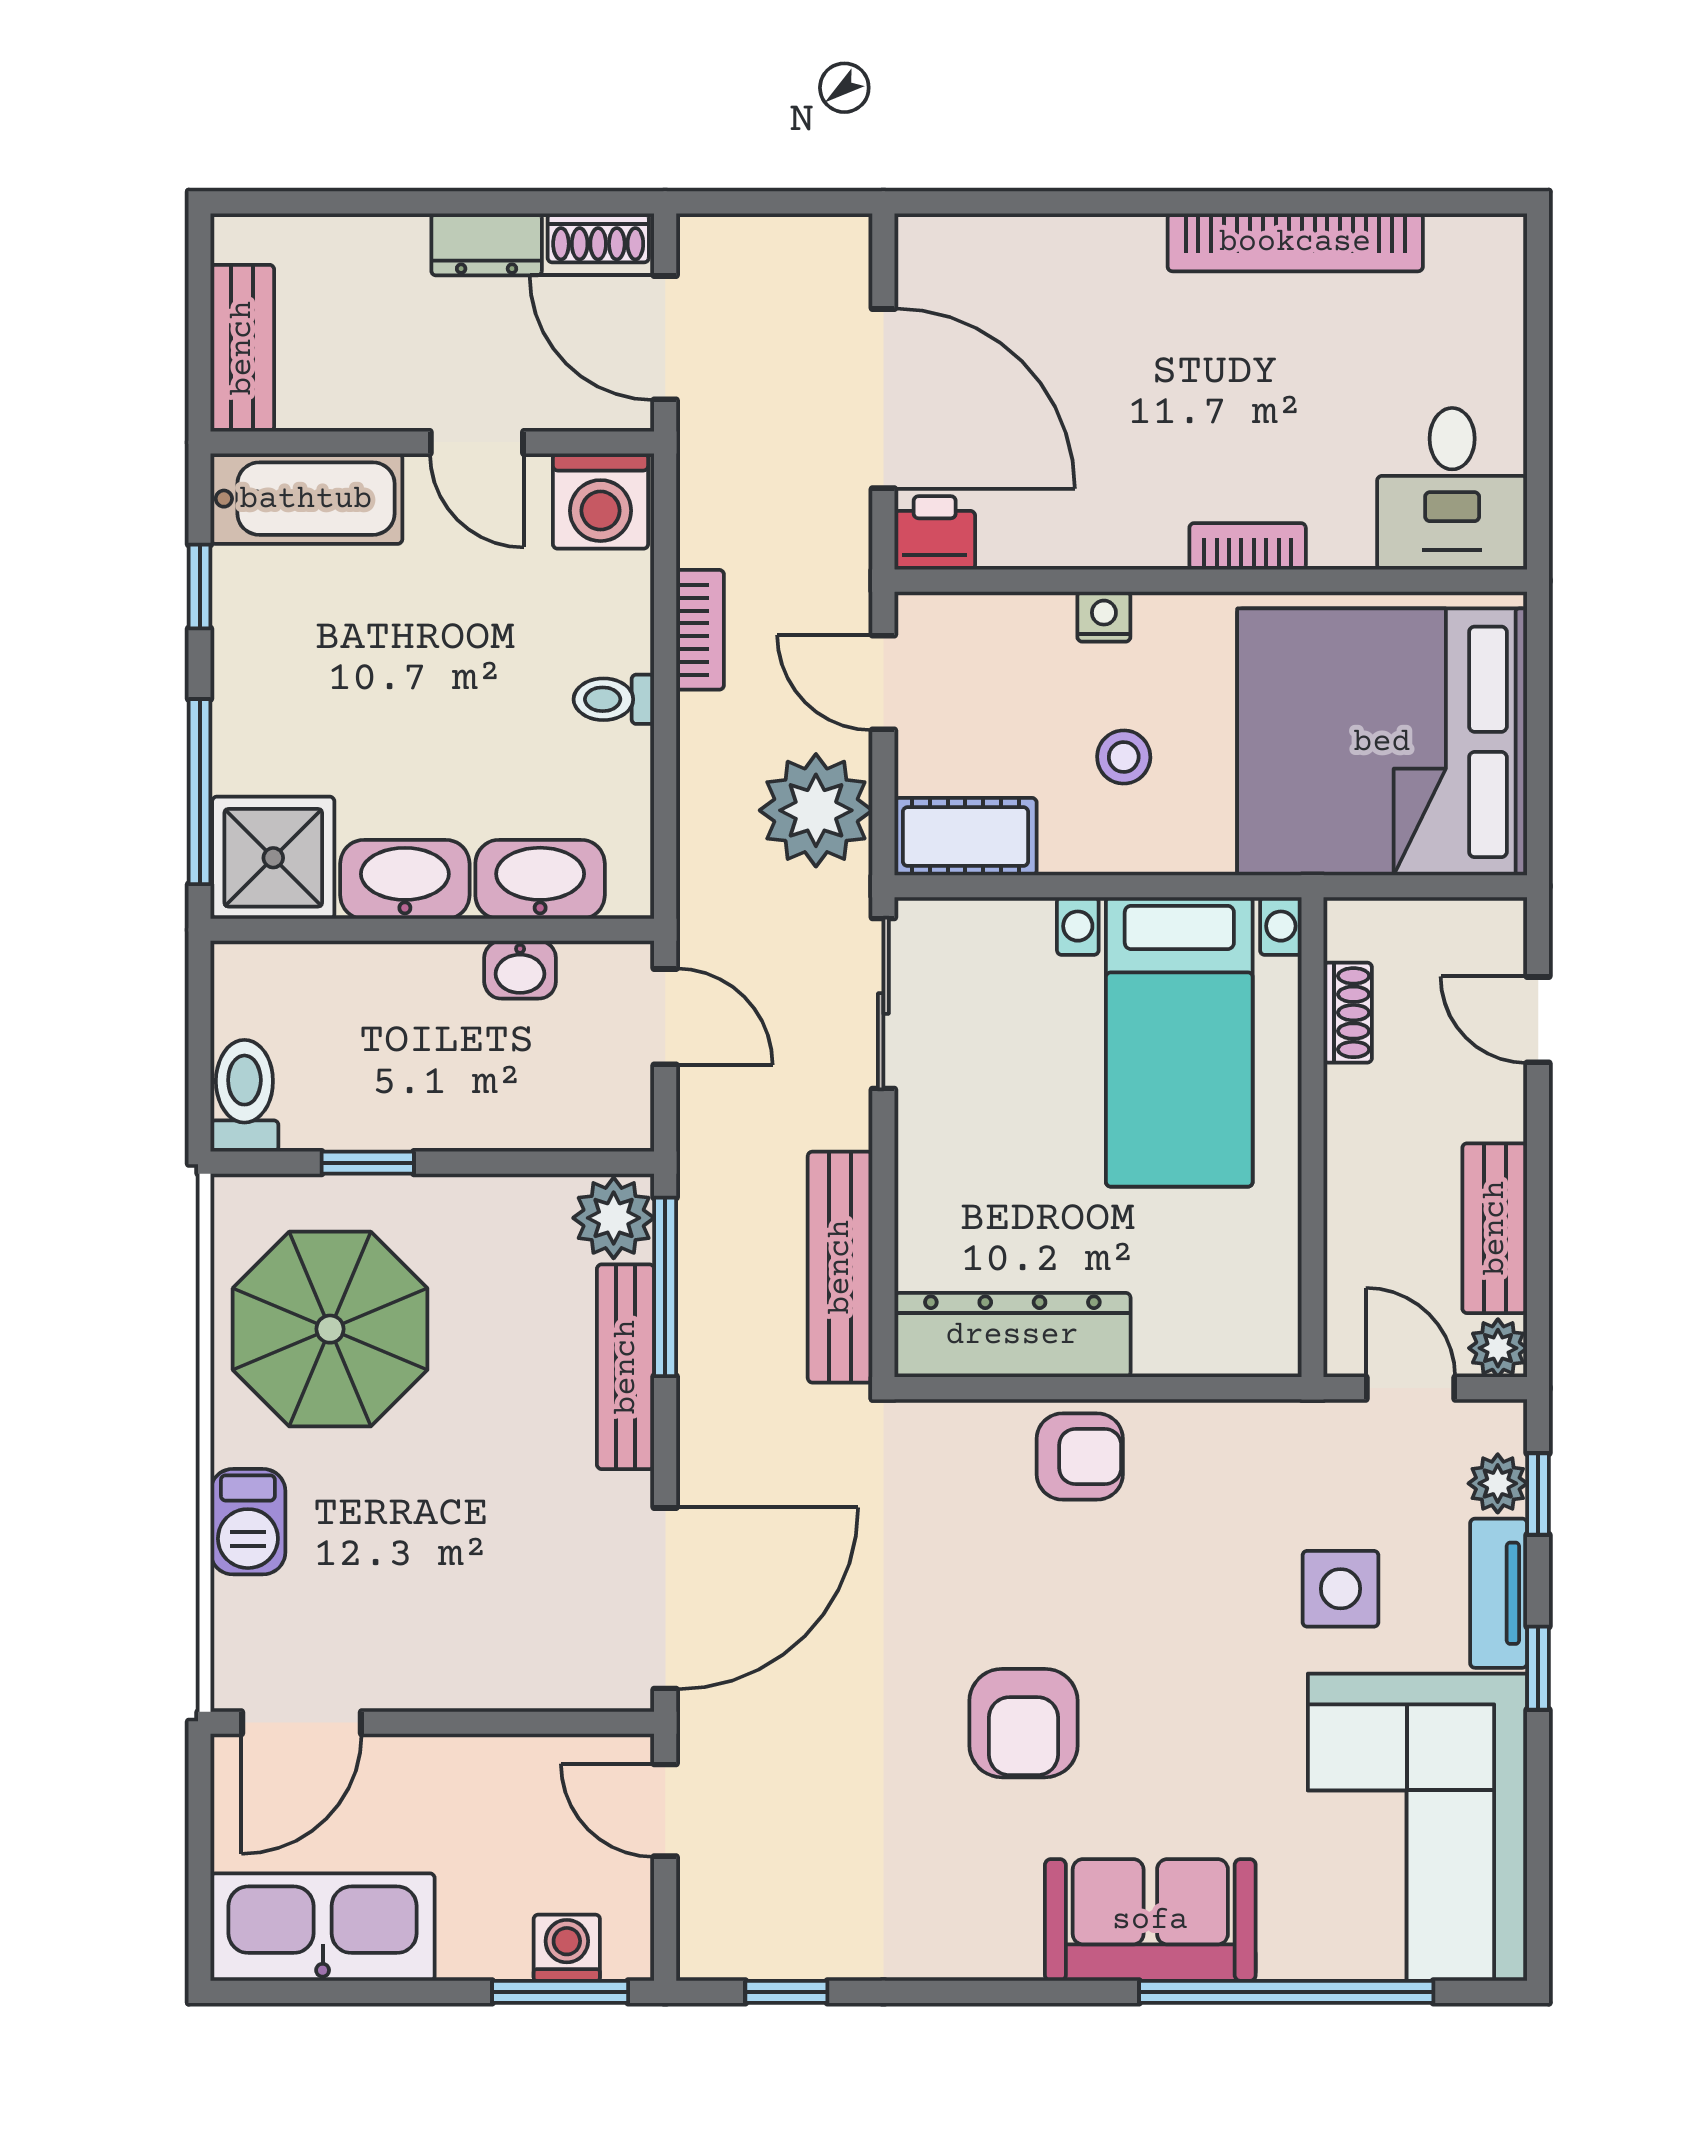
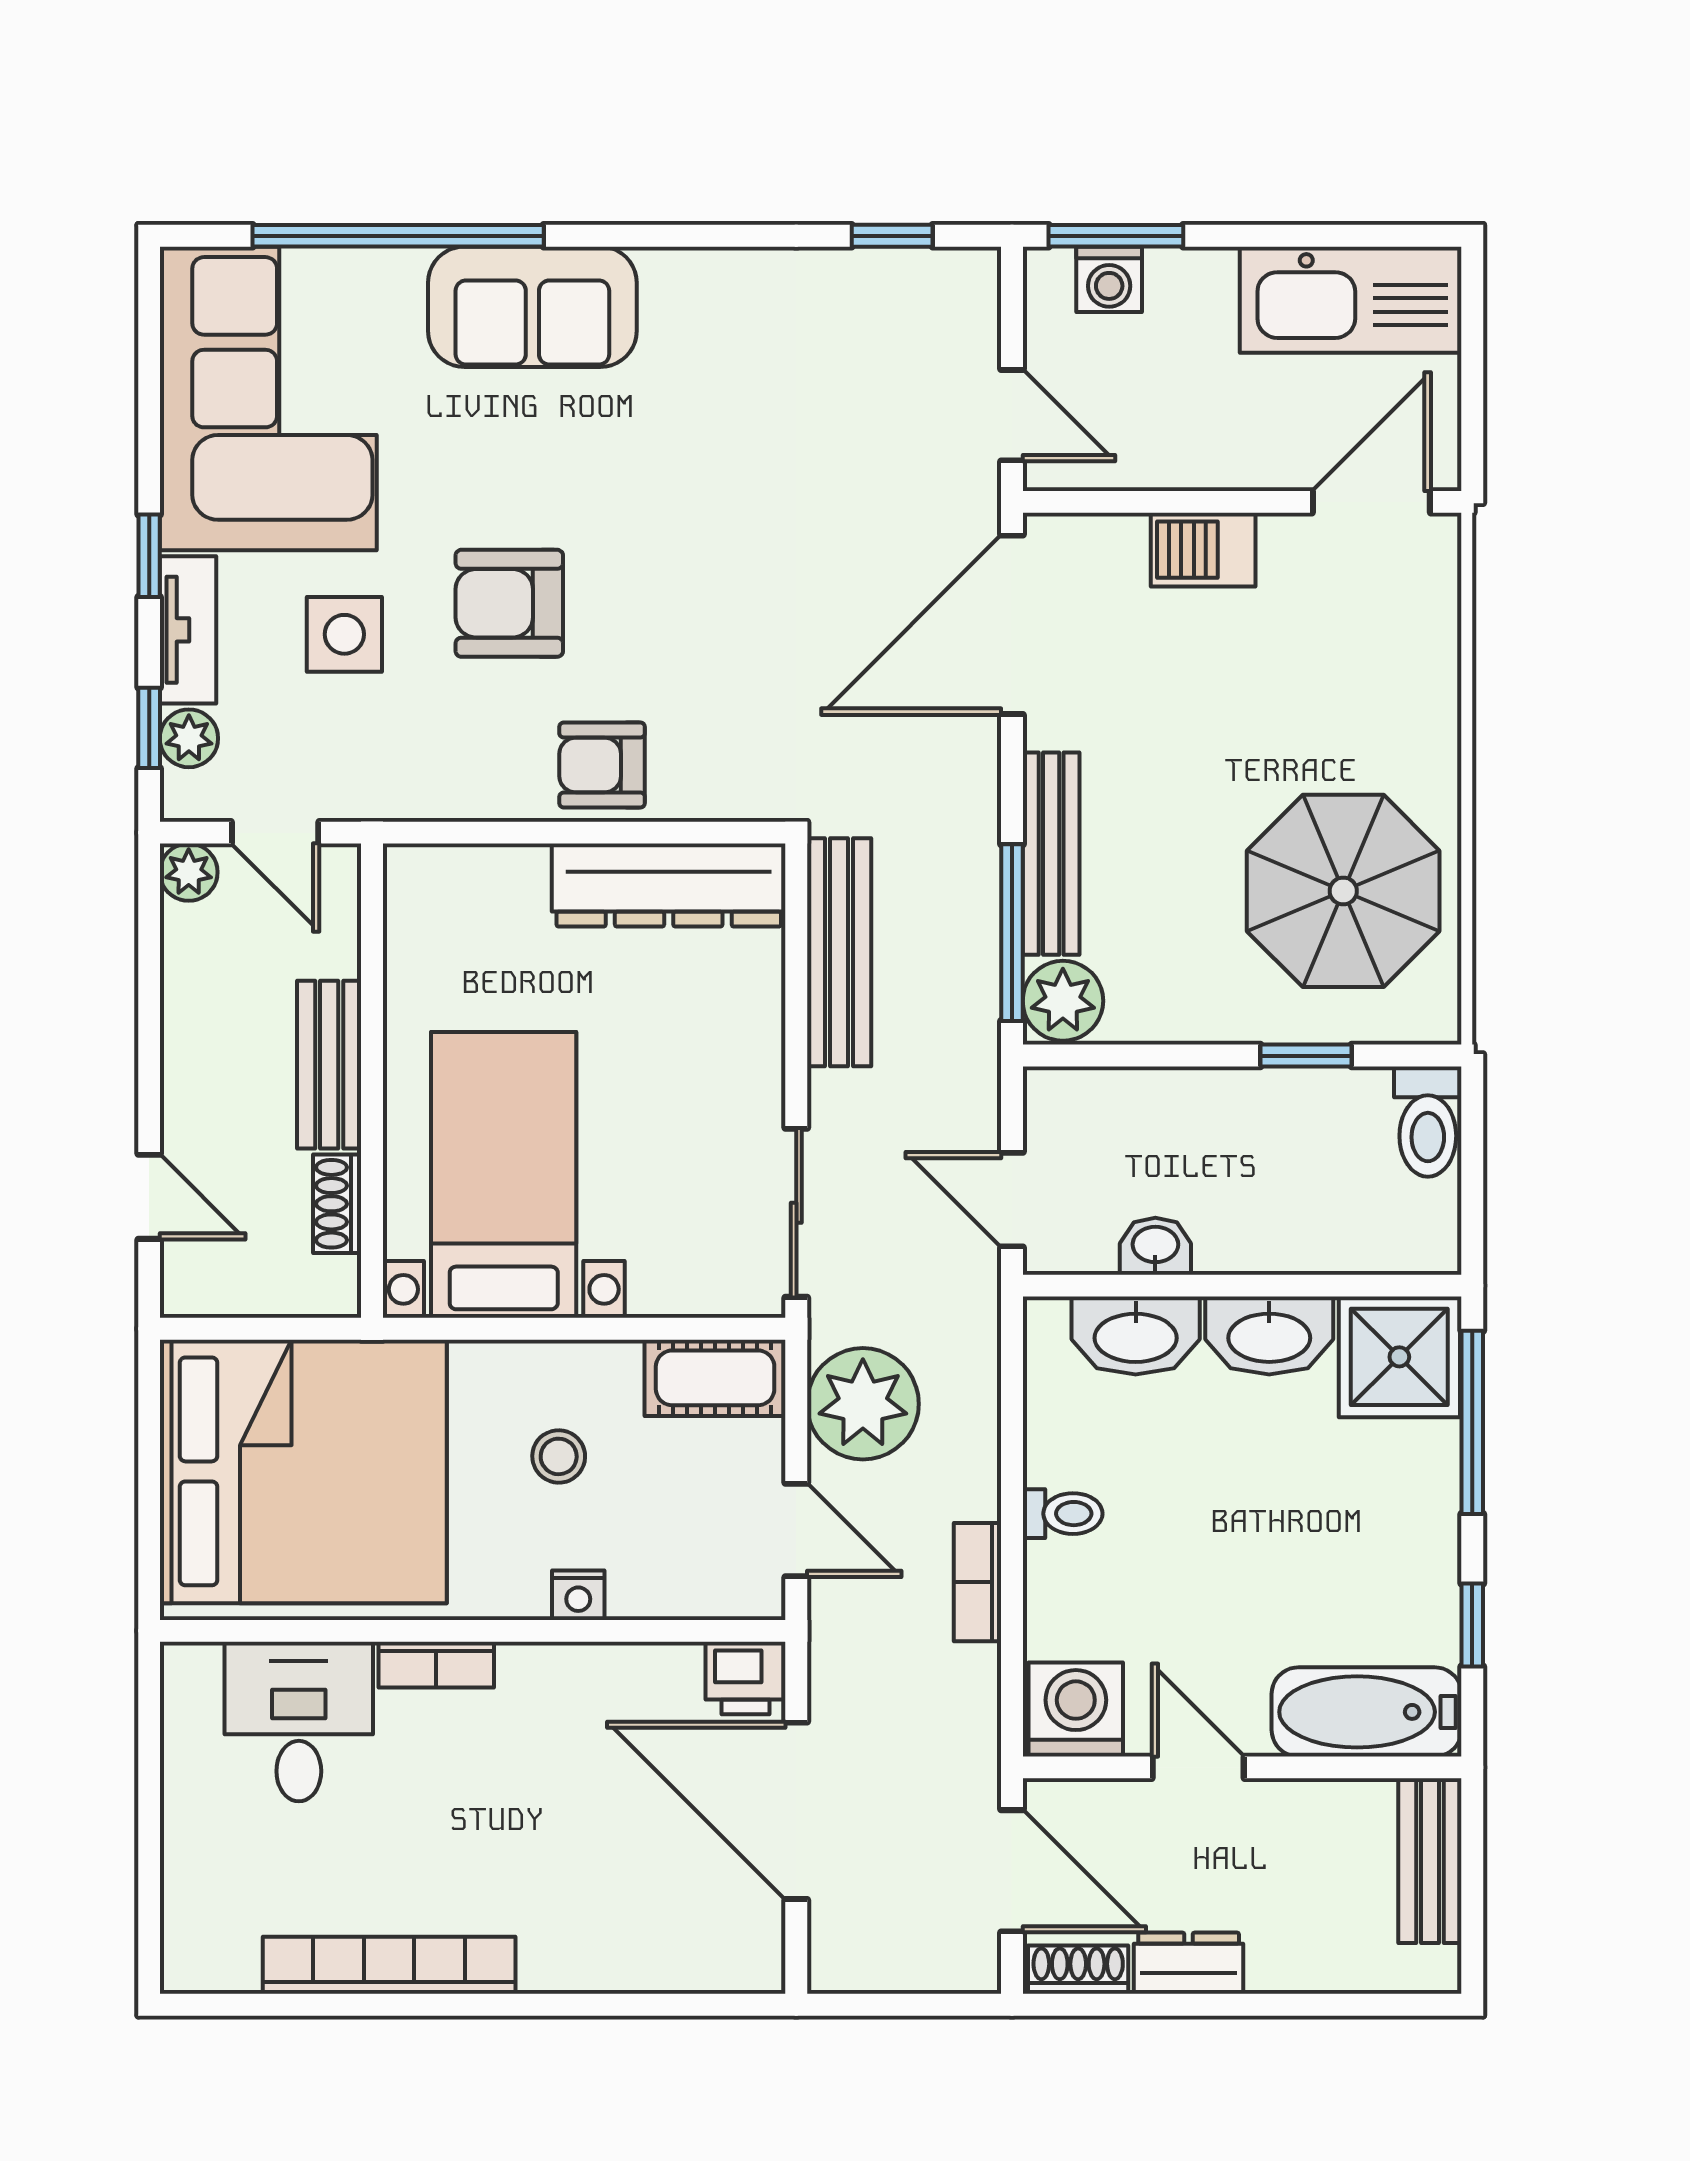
desk: (1452, 489) -> (299, 1722), moved
bench: (1495, 1228) -> (329, 1065), moved
barbecue: (248, 1522) -> (1203, 550), moved, turned -90
armchair: (1024, 1723) -> (509, 603), moved, turned -90

